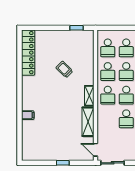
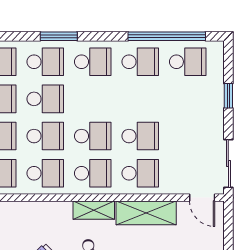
school desk: (108, 119) -> (140, 173), added
door: (96, 150) -> (202, 198), hinge flipped

